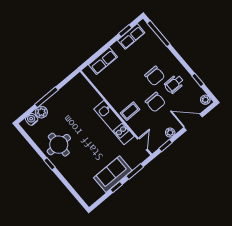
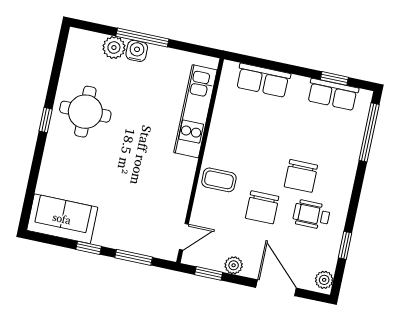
water cooler: (32, 119) -> (137, 51), moved
kitchen unit: (114, 123) -> (195, 111), moved
sofa: (113, 174) -> (62, 219), moved

